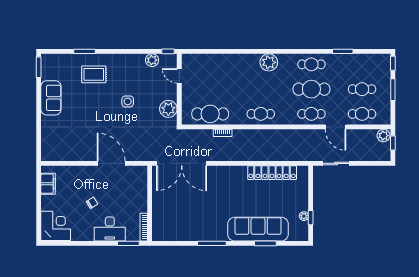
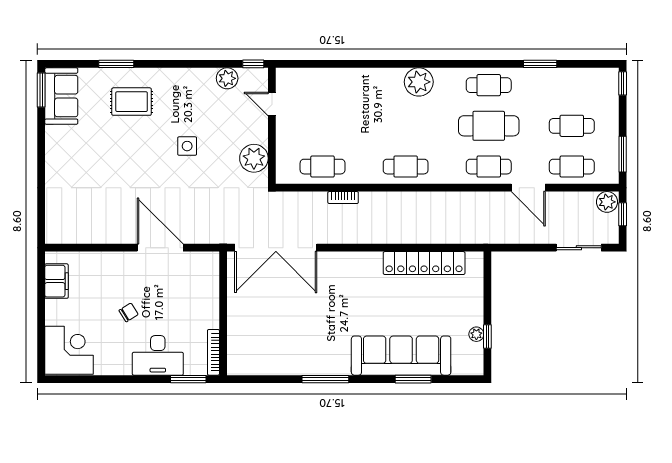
window: (393, 90) -> (623, 154), moved
sofa: (51, 98) -> (61, 96), moved
cafe table: (210, 114) -> (323, 167), width x0.73, depth x0.74
sliding door: (336, 163) -> (579, 248), moved

